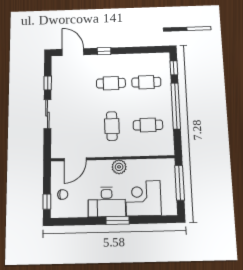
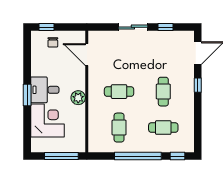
cafe table: (146, 82) -> (163, 128), turned 90
desk: (107, 202) -> (45, 90), width x0.73

